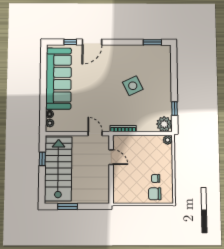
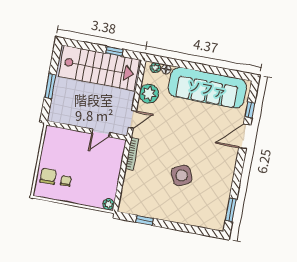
door: (92, 42) -> (245, 136), hinge flipped
plant: (164, 124) -> (149, 94), moved
window: (68, 206) -> (50, 86), moved

